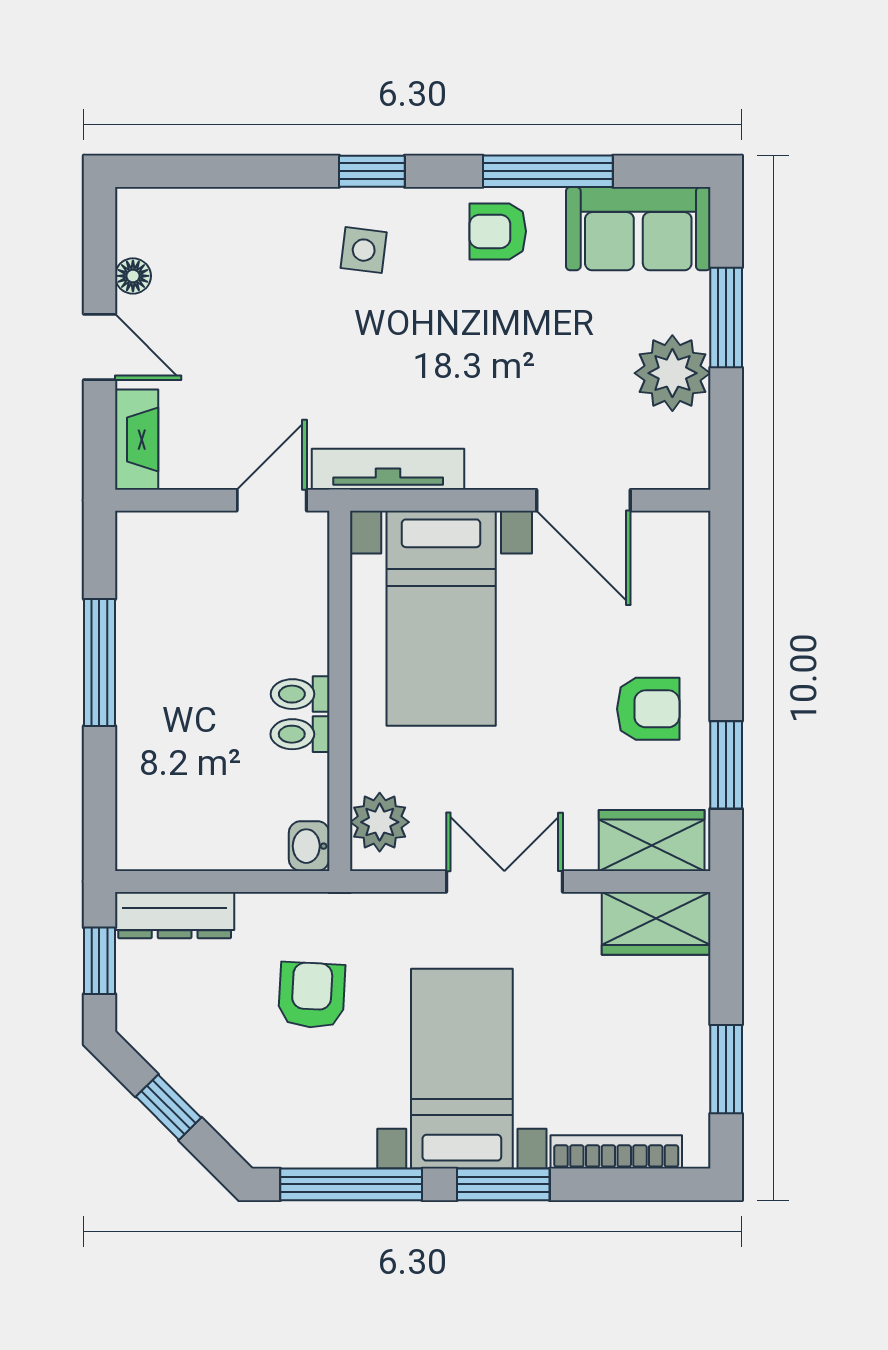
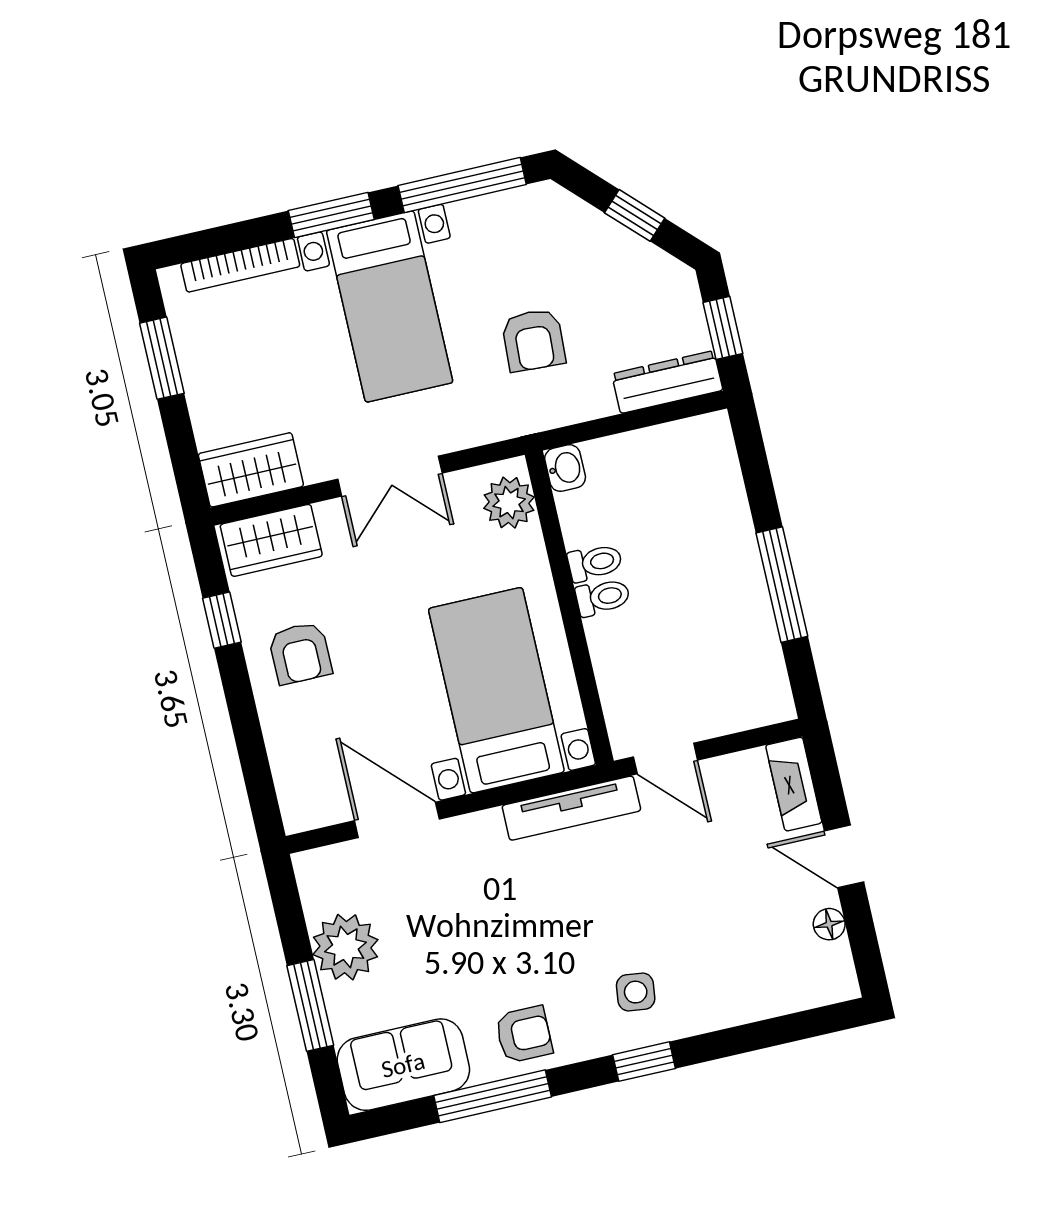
door: (272, 500) -> (665, 758), hinge flipped
armchair: (648, 709) -> (300, 653), turned -90
window: (726, 765) -> (222, 620), width x0.67

